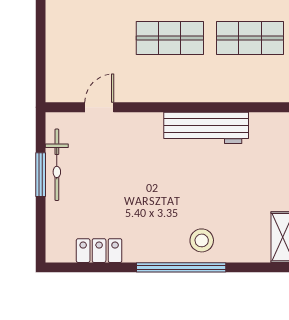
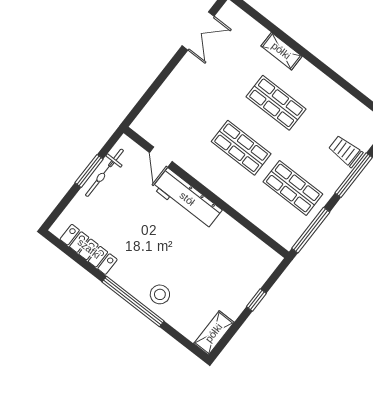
door: (99, 107) -> (161, 157), swing flipped
workbench: (206, 128) -> (187, 199), moved
locker: (99, 251) -> (89, 249), width x1.53

